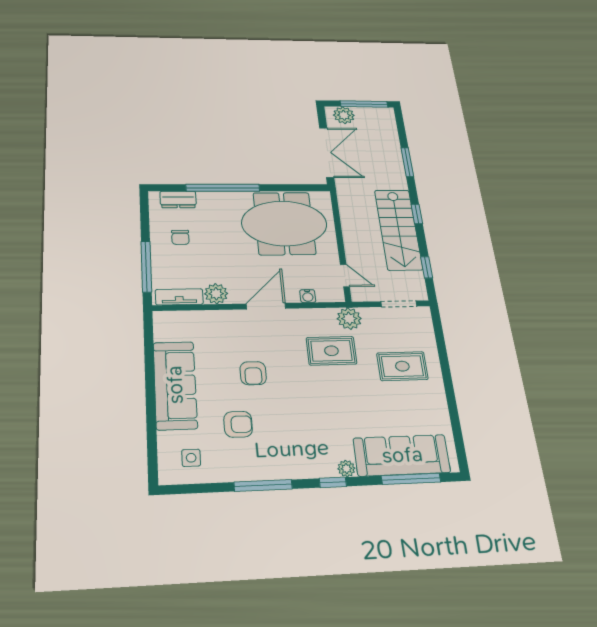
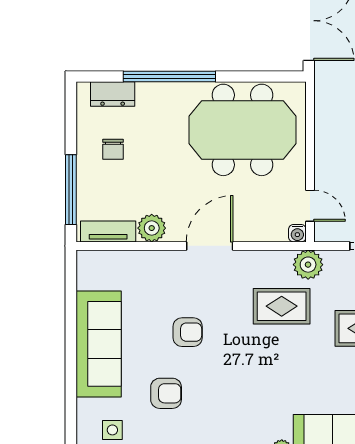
water cooler: (308, 296) -> (297, 233), moved
armchair: (253, 373) -> (188, 332), turned -90

